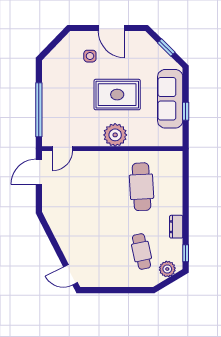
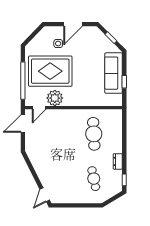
door: (112, 28) -> (73, 24), hinge flipped
rug: (117, 95) -> (50, 71), moved, width x1.37, depth x1.44
plant: (115, 135) -> (55, 98), moved
plant: (167, 269) -> (112, 191), removed
door: (70, 275) -> (45, 195), hinge flipped

